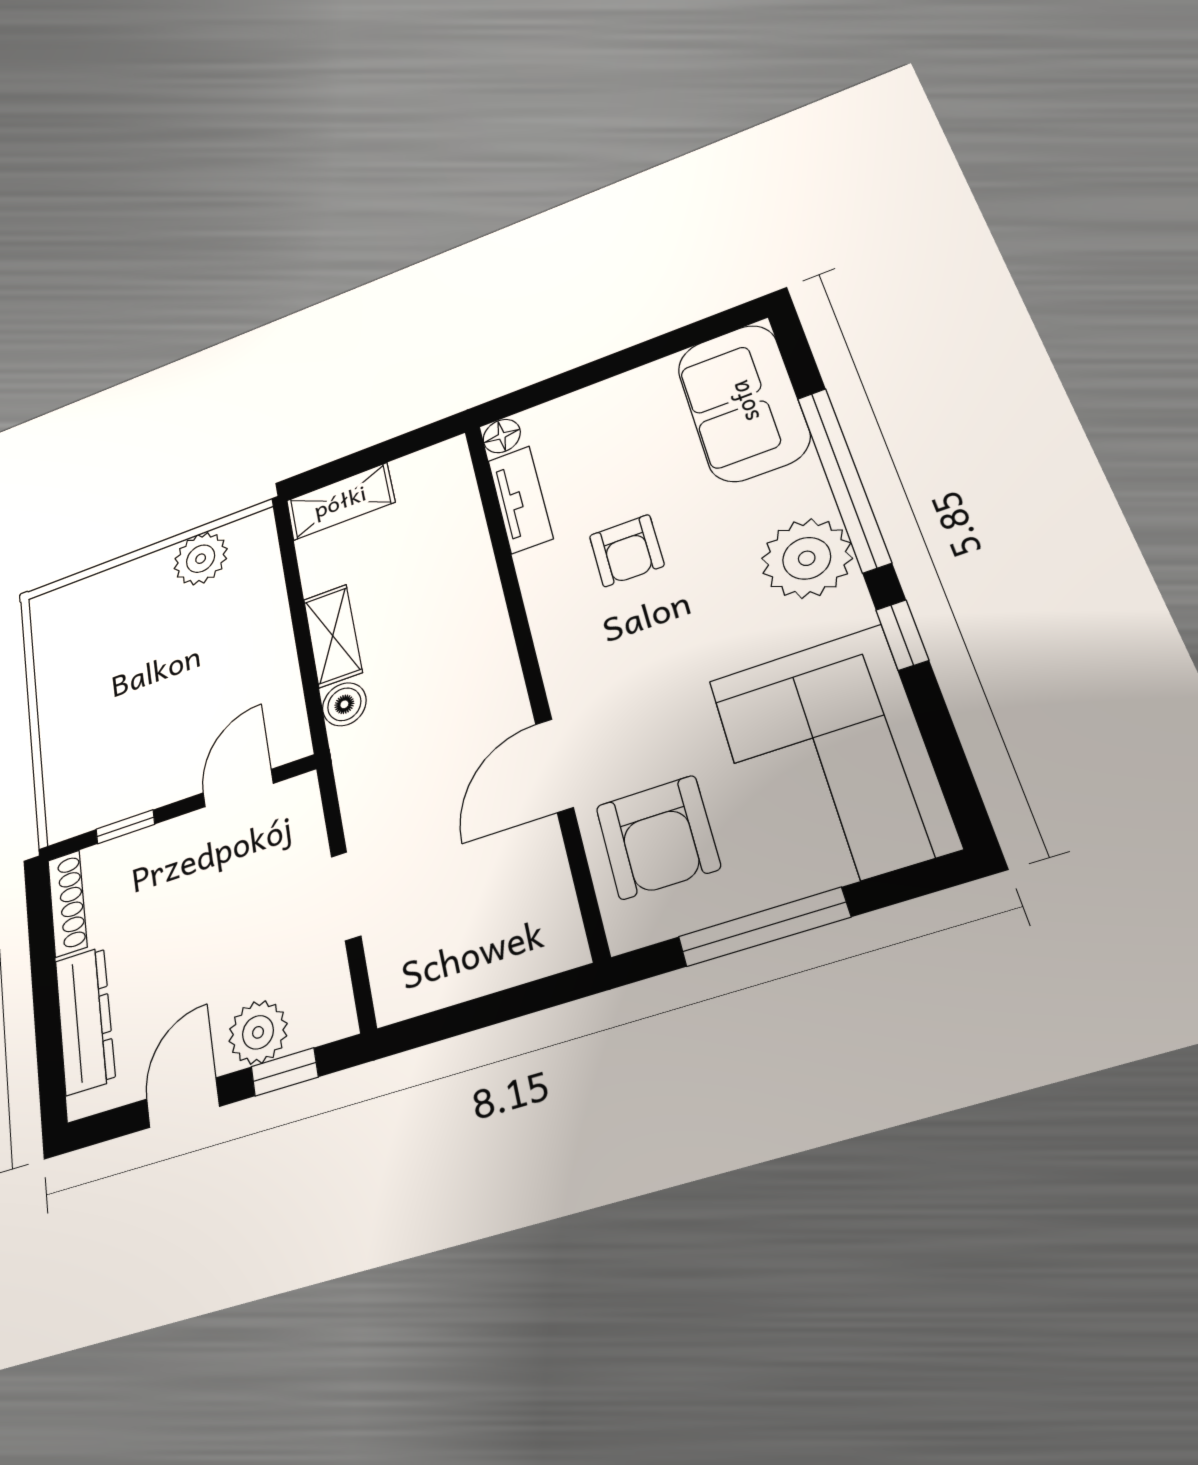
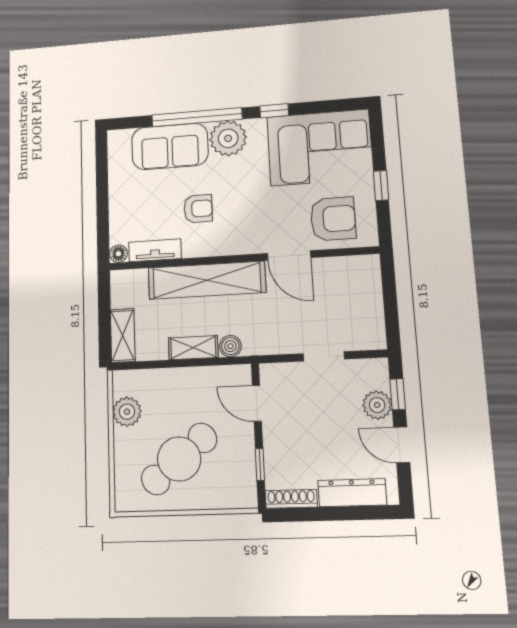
sofa: (743, 402) -> (170, 146), moved
shelving: (473, 617) -> (207, 280), added
cafe table: (125, 677) -> (179, 459), added
window: (764, 927) -> (381, 185), width x0.46

